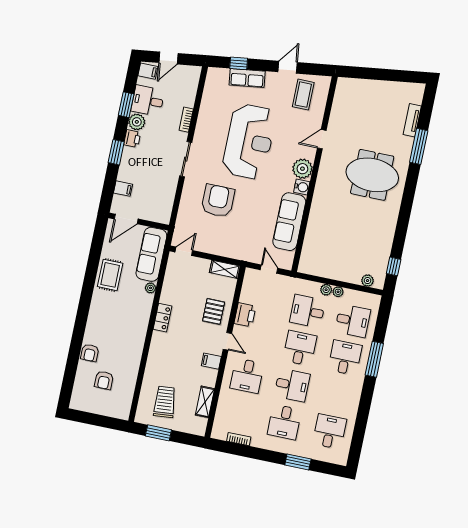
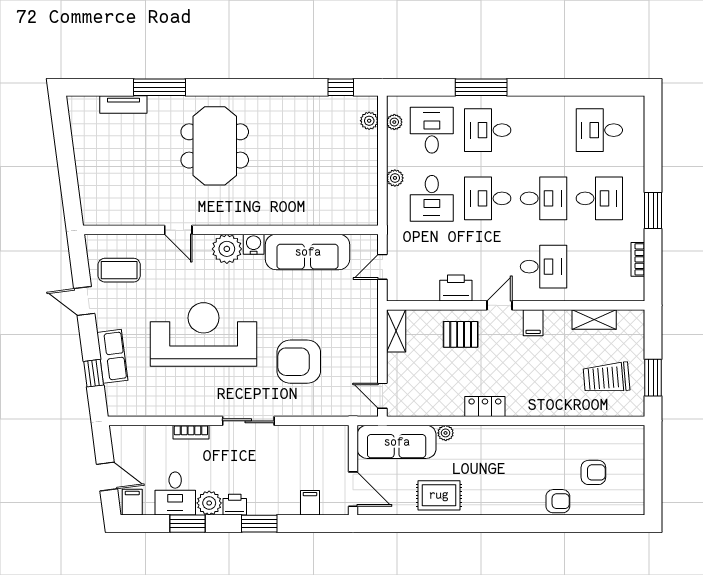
plant: (338, 292) -> (394, 122), moved
desk: (292, 385) -> (544, 198), turned 90
window: (298, 462) -> (653, 210), moved

